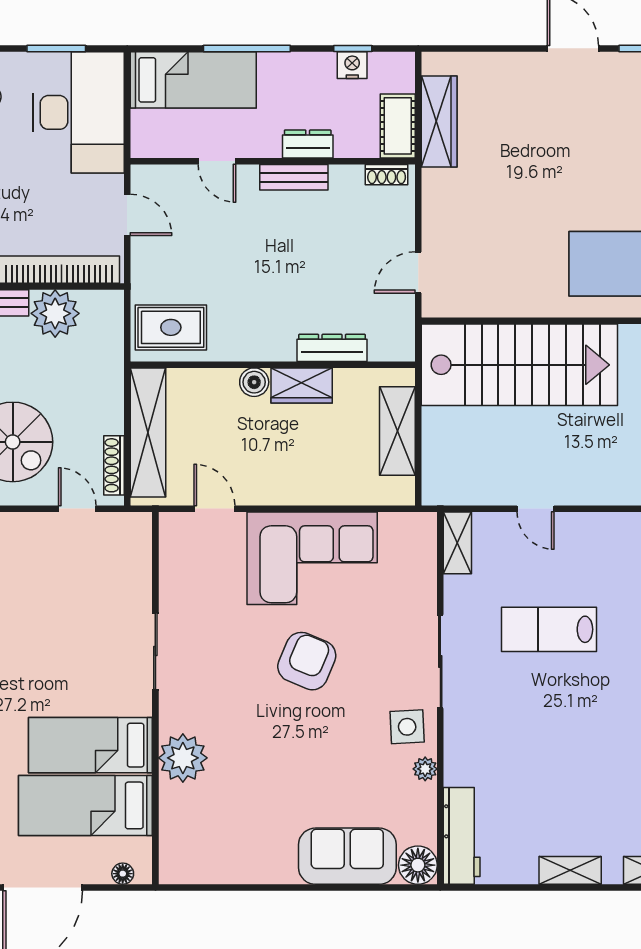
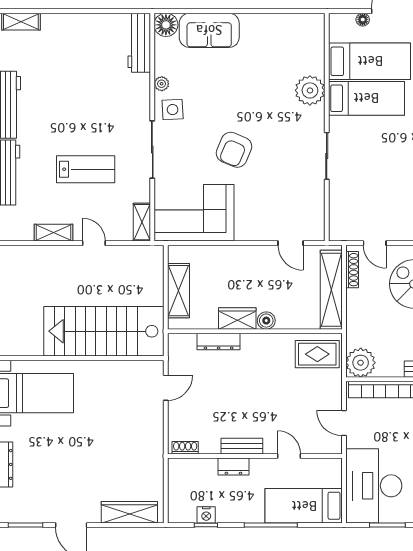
wardrobe: (439, 122) -> (129, 512), moved, turned 90
cot: (398, 126) -> (178, 478), removed
plant: (55, 313) -> (361, 363), moved
corner sofa: (312, 558) -> (194, 213), moved
shelving: (570, 870) -> (54, 233), moved
floor lamp: (123, 874) -> (363, 20), moved

